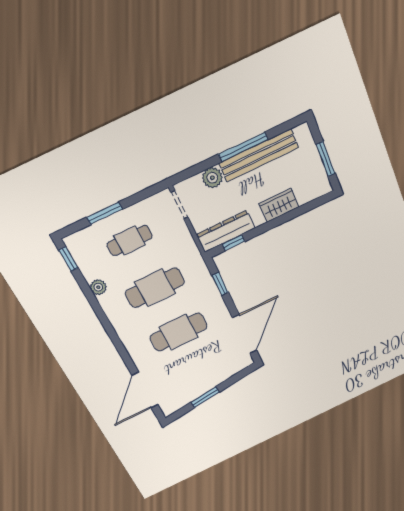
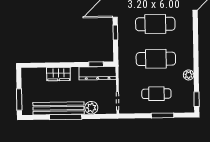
window: (326, 159) -> (19, 99), moved
window: (220, 284) -> (115, 32), moved

